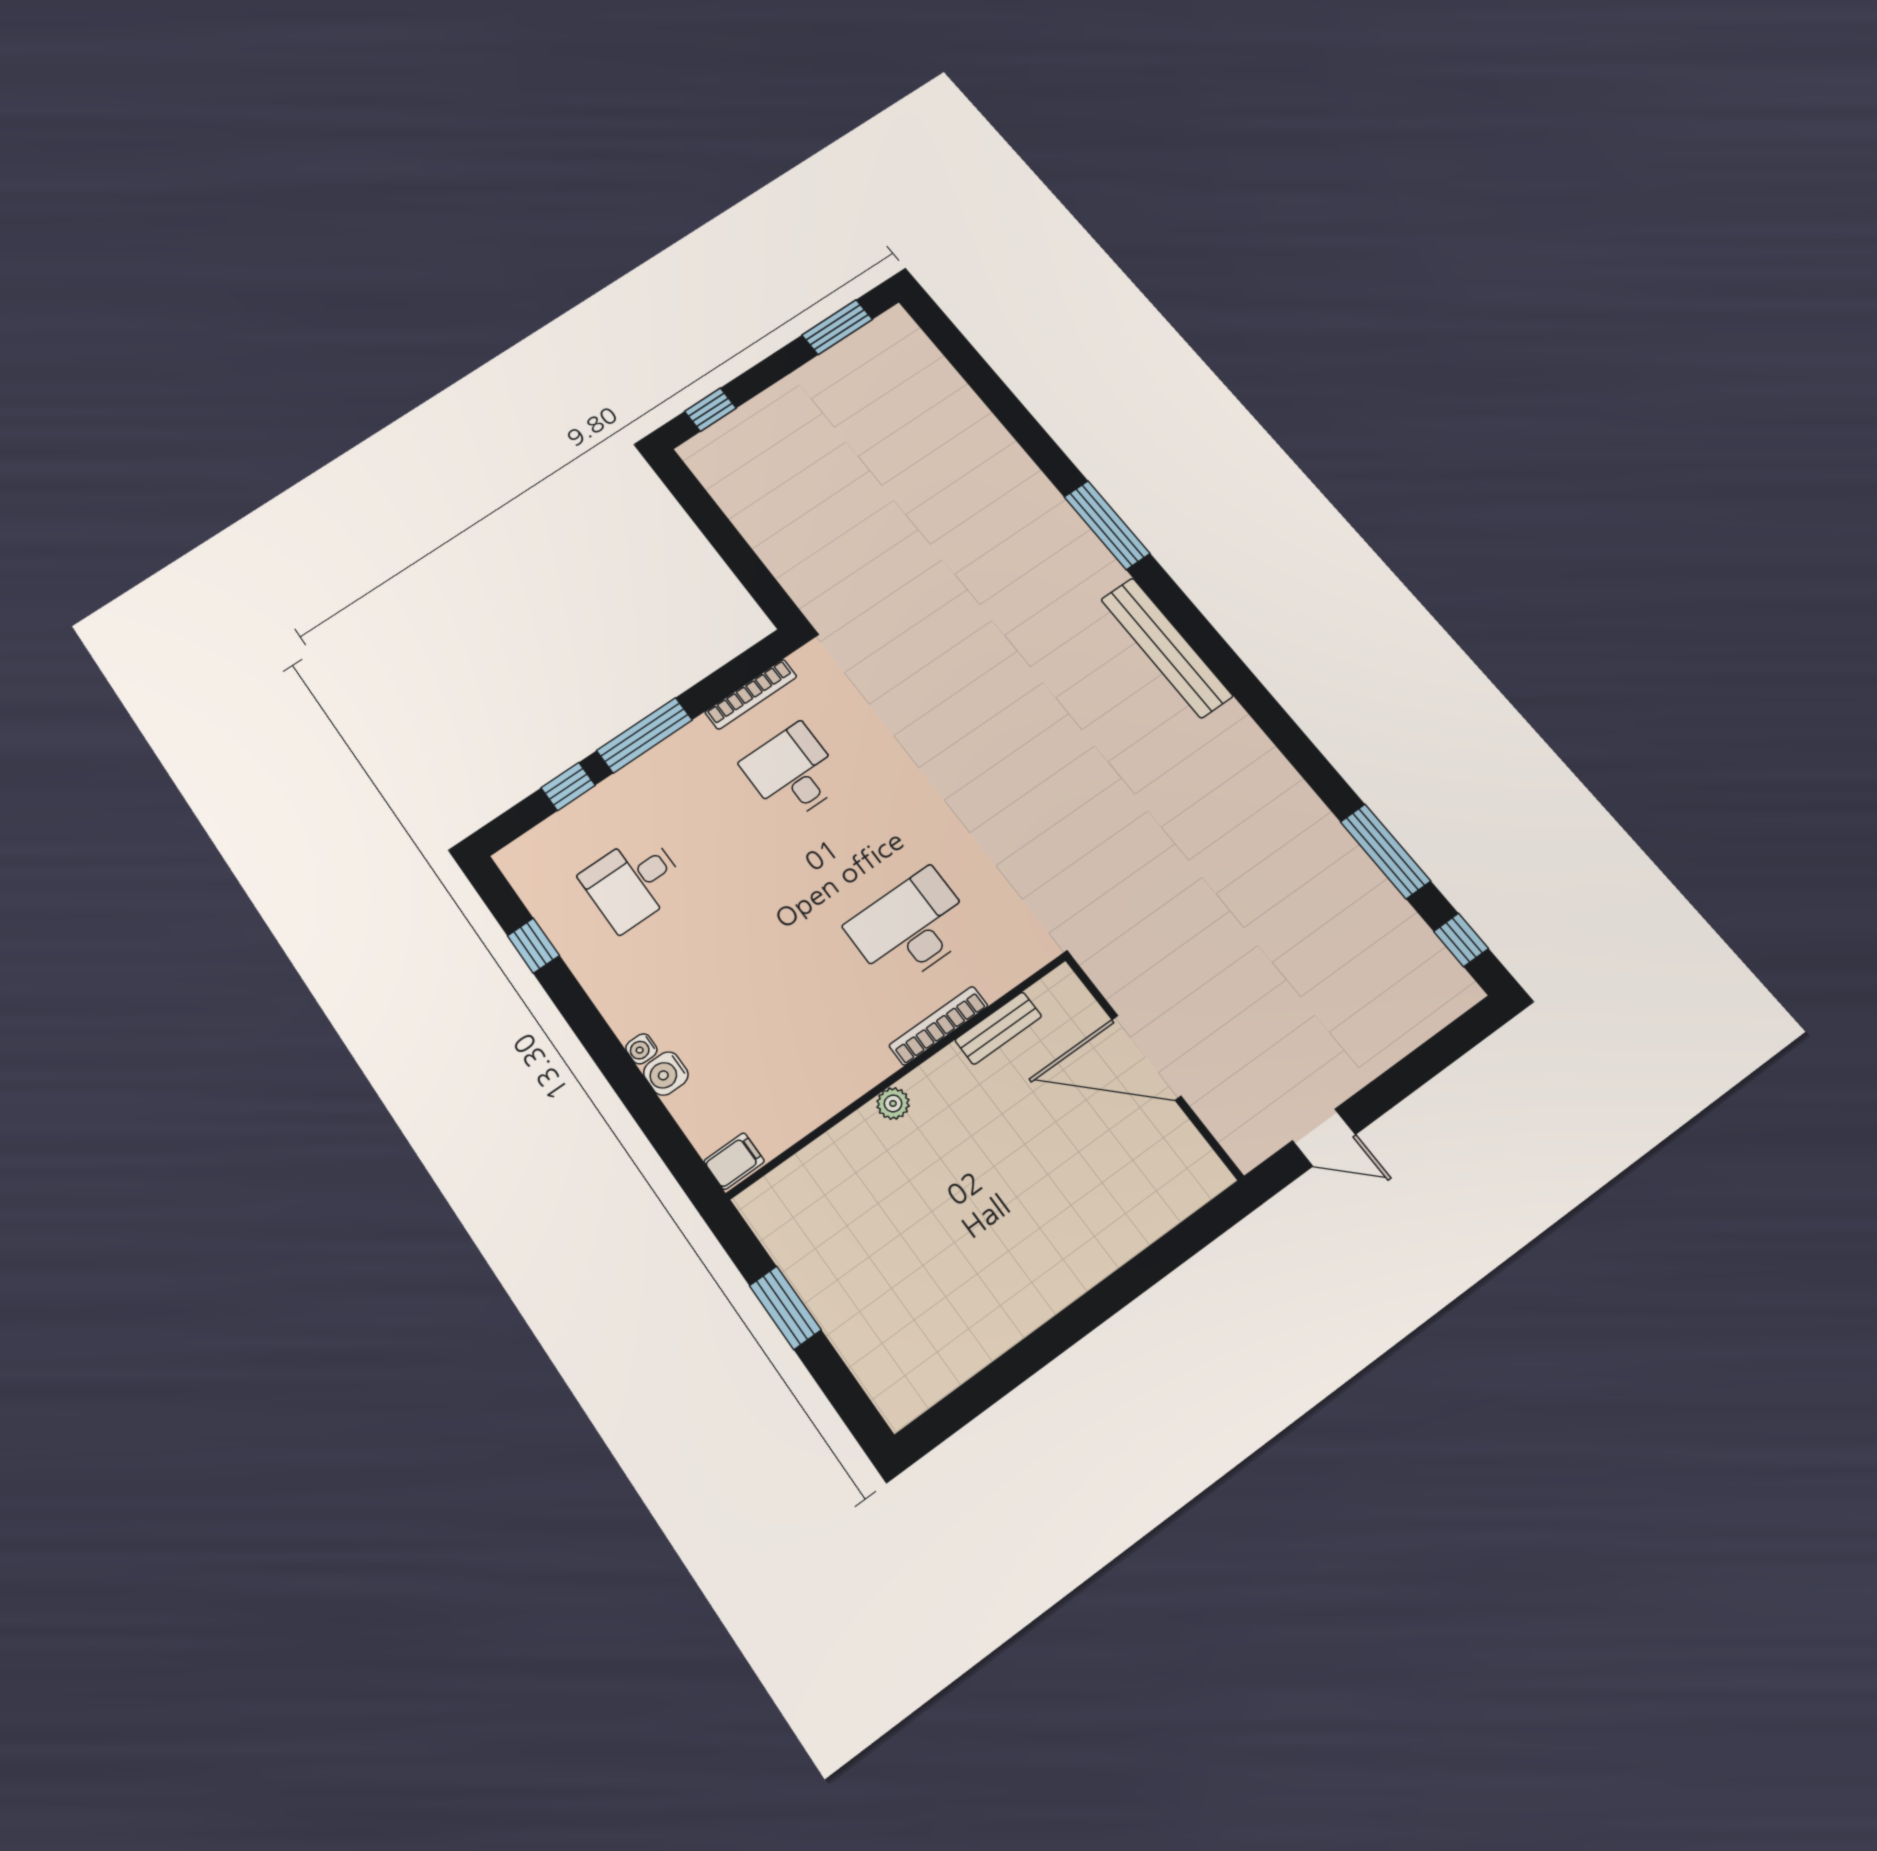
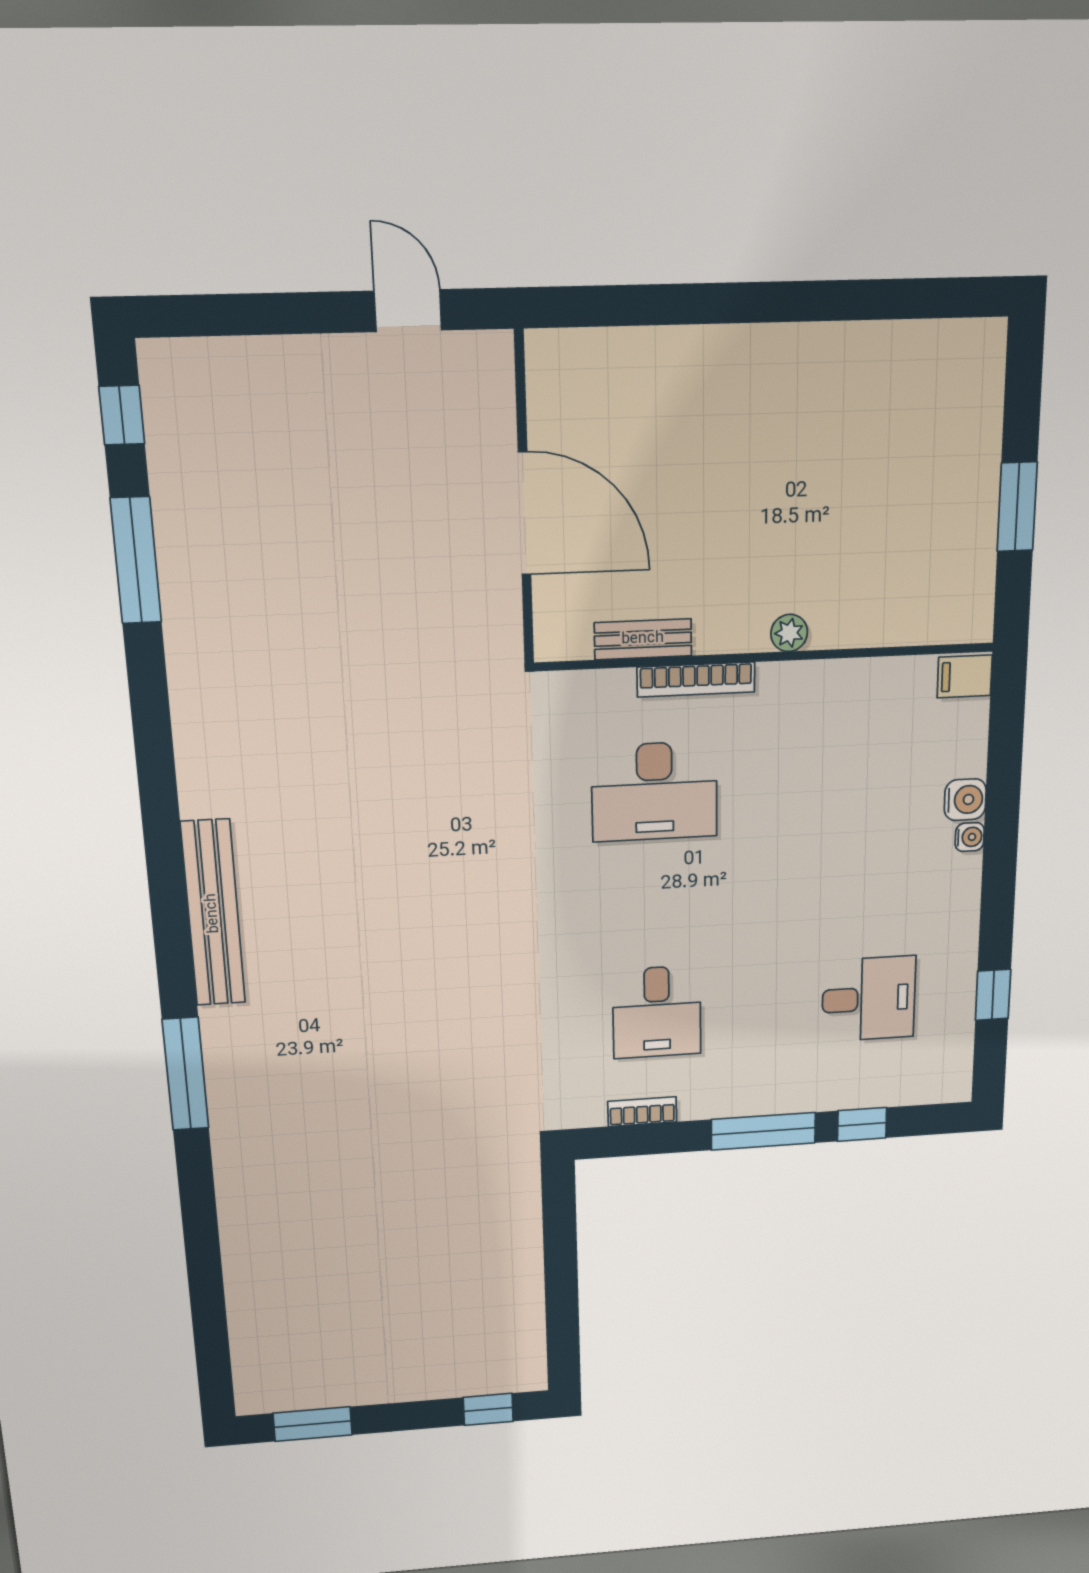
bookcase: (751, 694) -> (642, 1112), width x0.64

